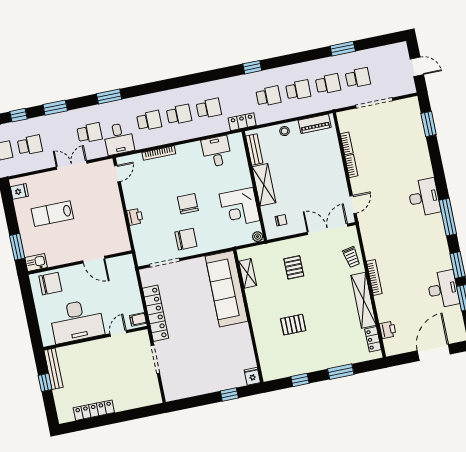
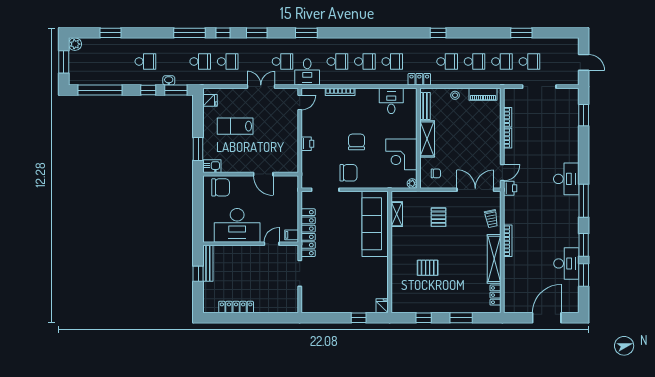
printer: (388, 330) -> (510, 188), moved

